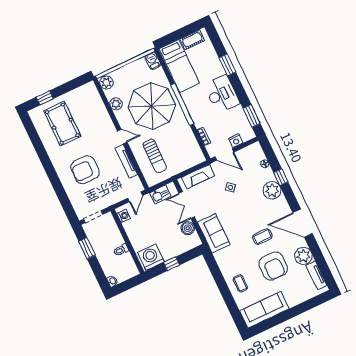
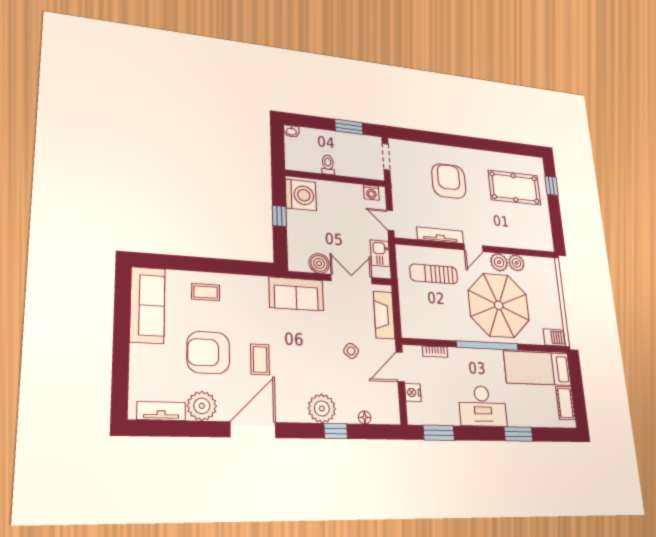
plant: (106, 83) -> (499, 262), moved

